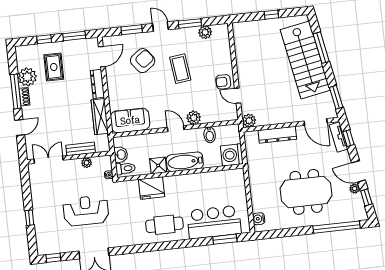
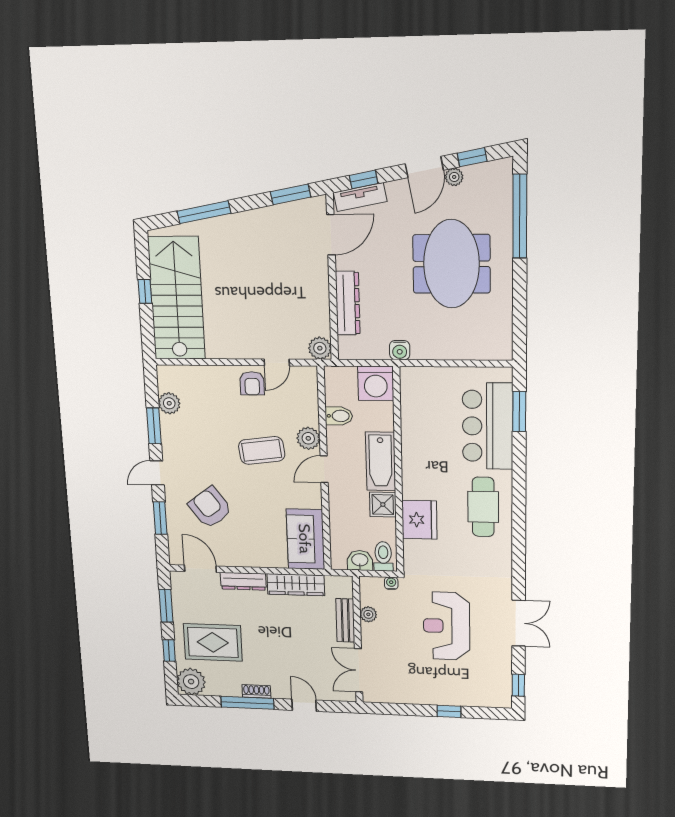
stairs: (305, 60) -> (177, 298), moved, turned -79
rug: (54, 67) -> (213, 642), width x1.36, depth x1.43
coffee table: (180, 69) -> (262, 450), moved
plant: (27, 77) -> (191, 682), moved
water cooler: (259, 219) -> (400, 350), moved

